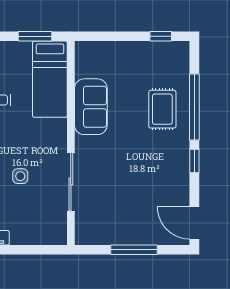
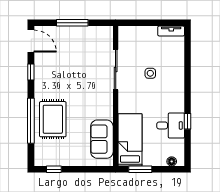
sofa: (91, 107) -> (102, 139), moved
rug: (162, 109) -> (53, 119), width x1.36, depth x1.43
window: (194, 161) -> (31, 72), moved

